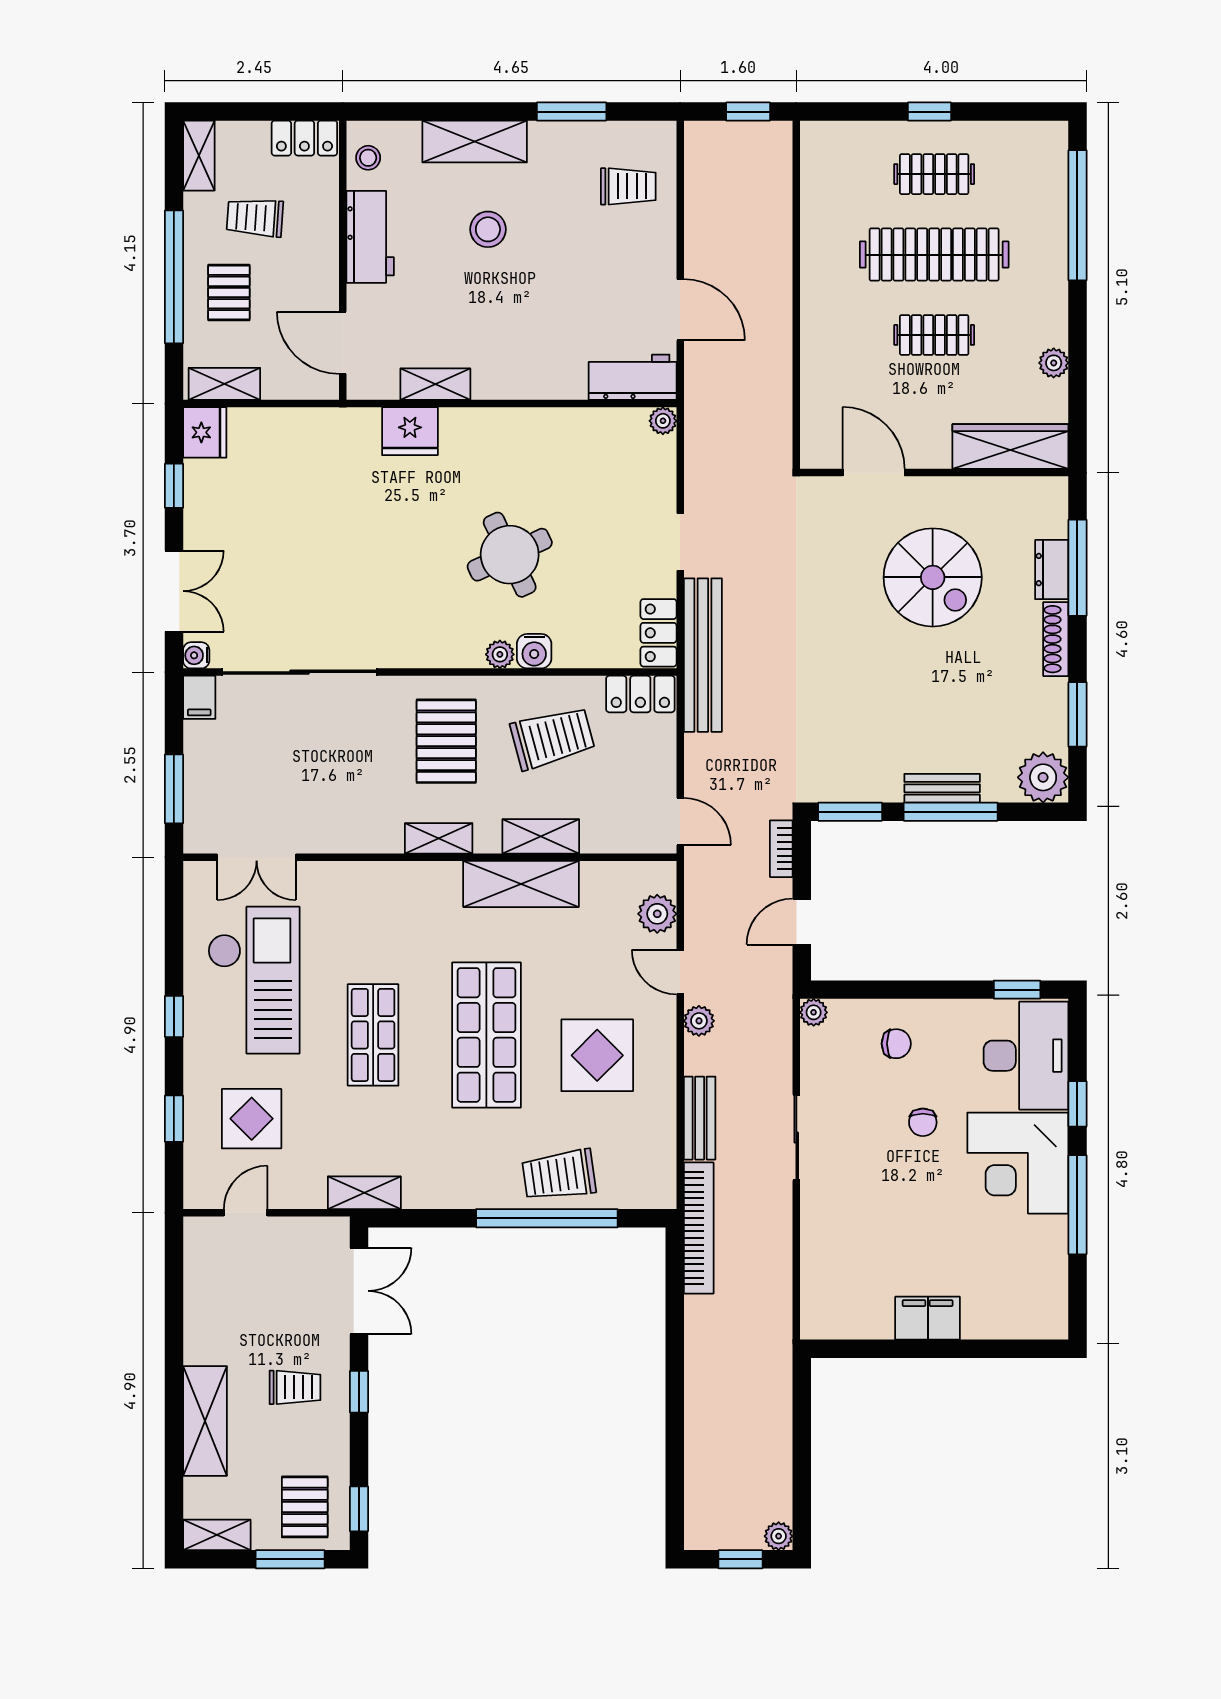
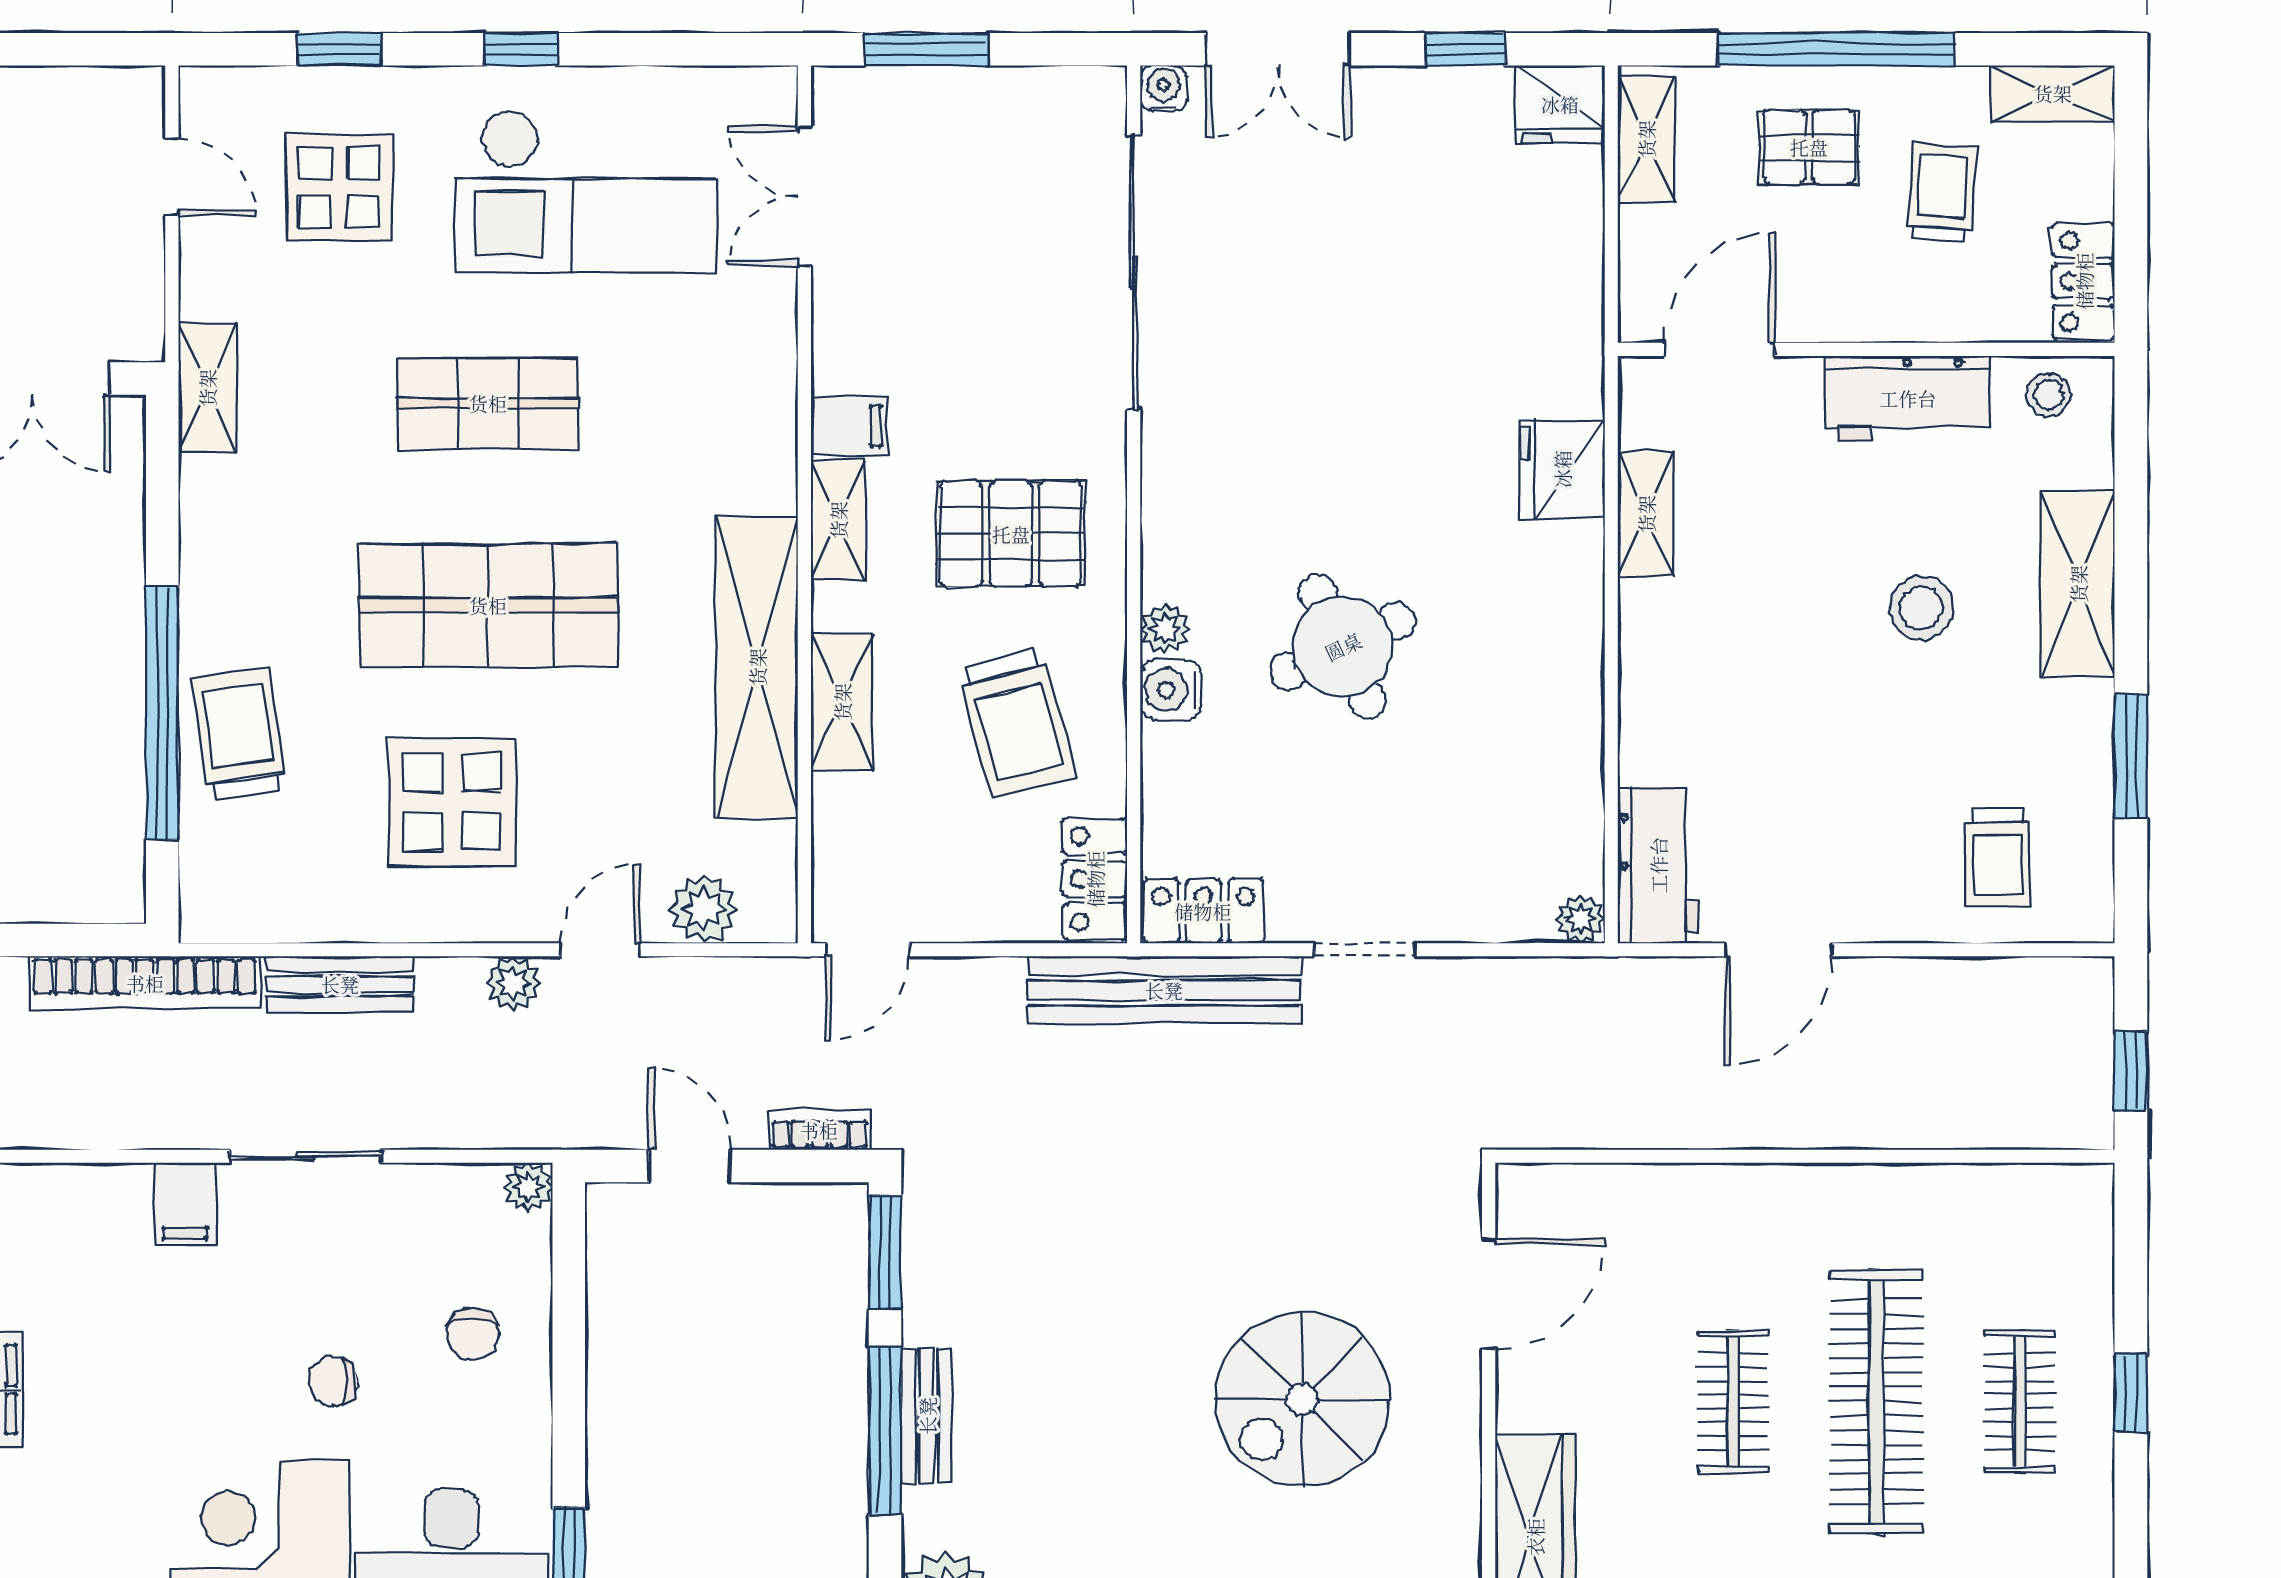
filing cabinet: (199, 697) -> (849, 426), moved, turned 180
shelving: (521, 884) -> (757, 667), width x1.47
filing cabinet: (823, 1205) -> (185, 1204), added

